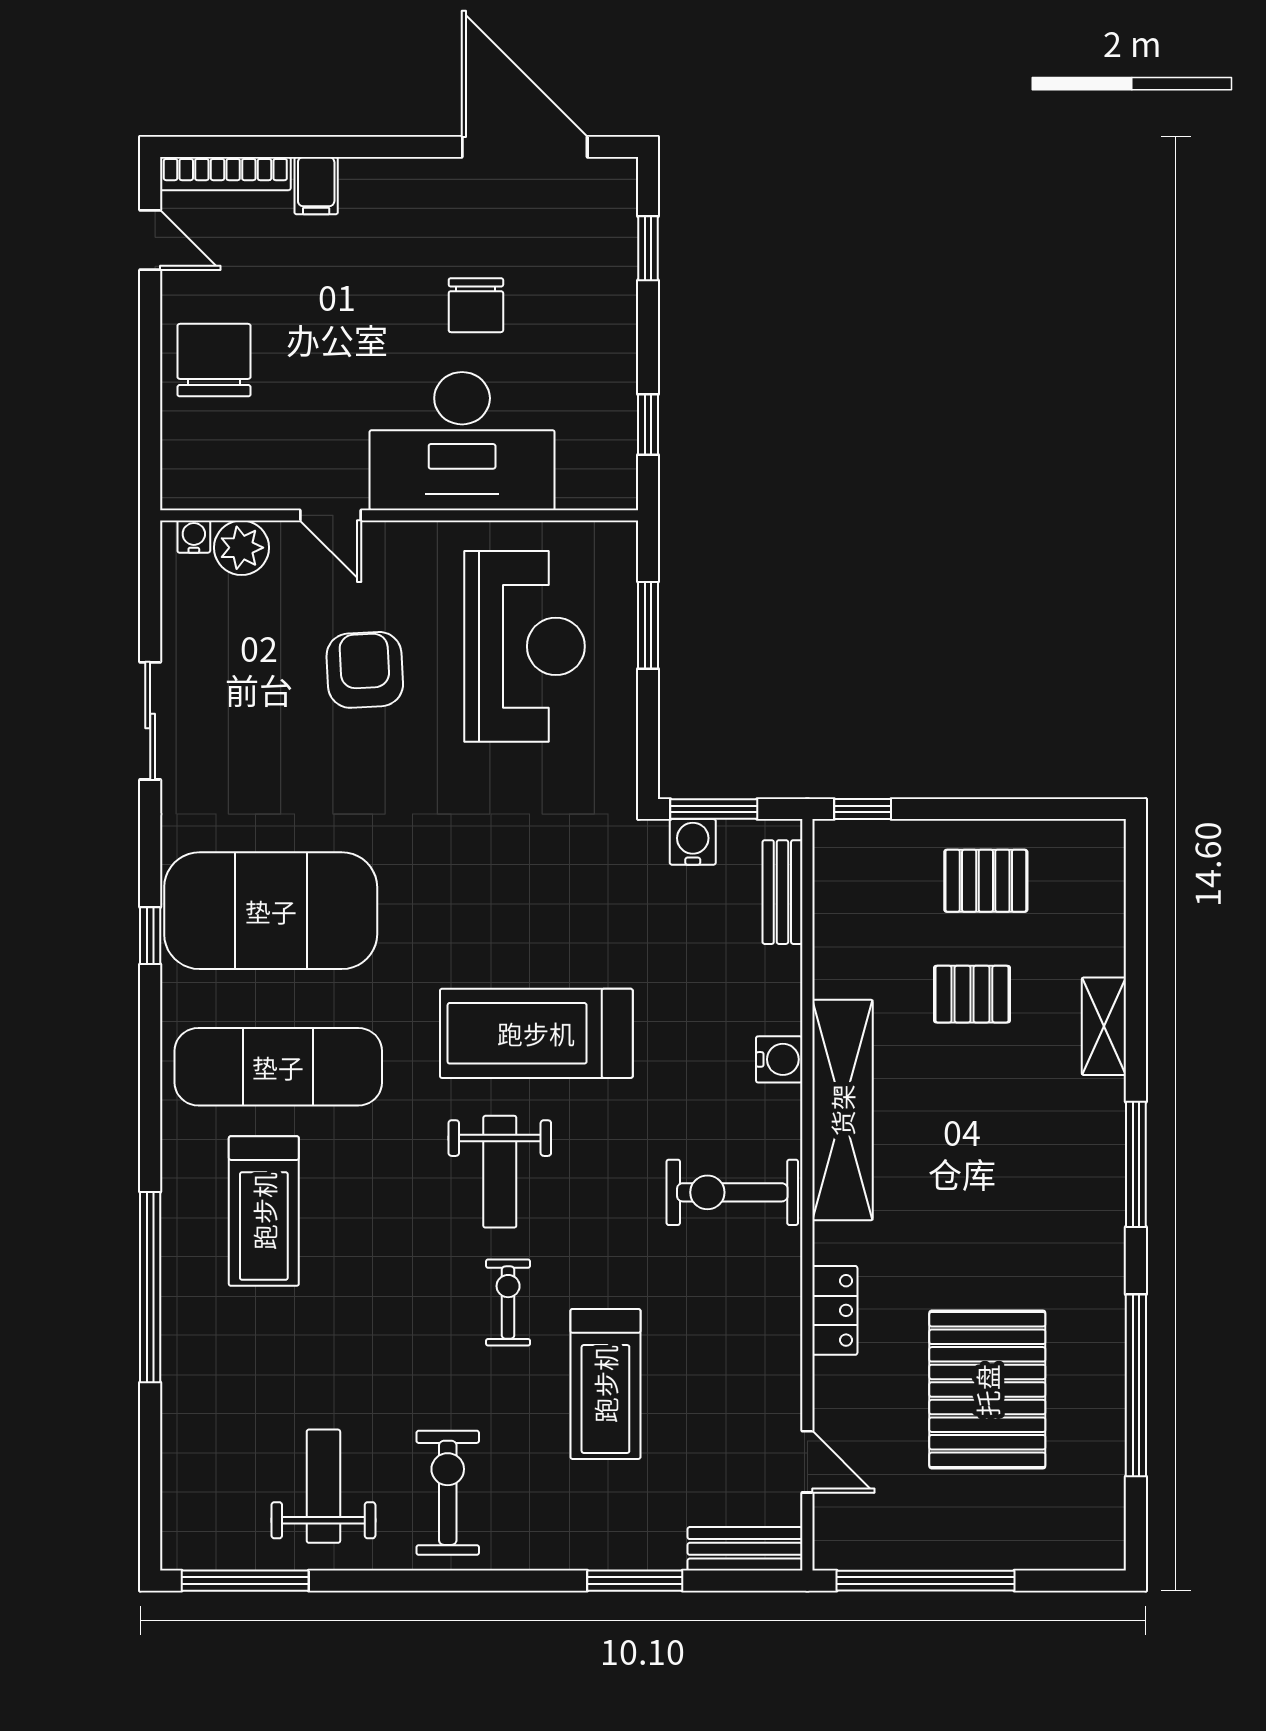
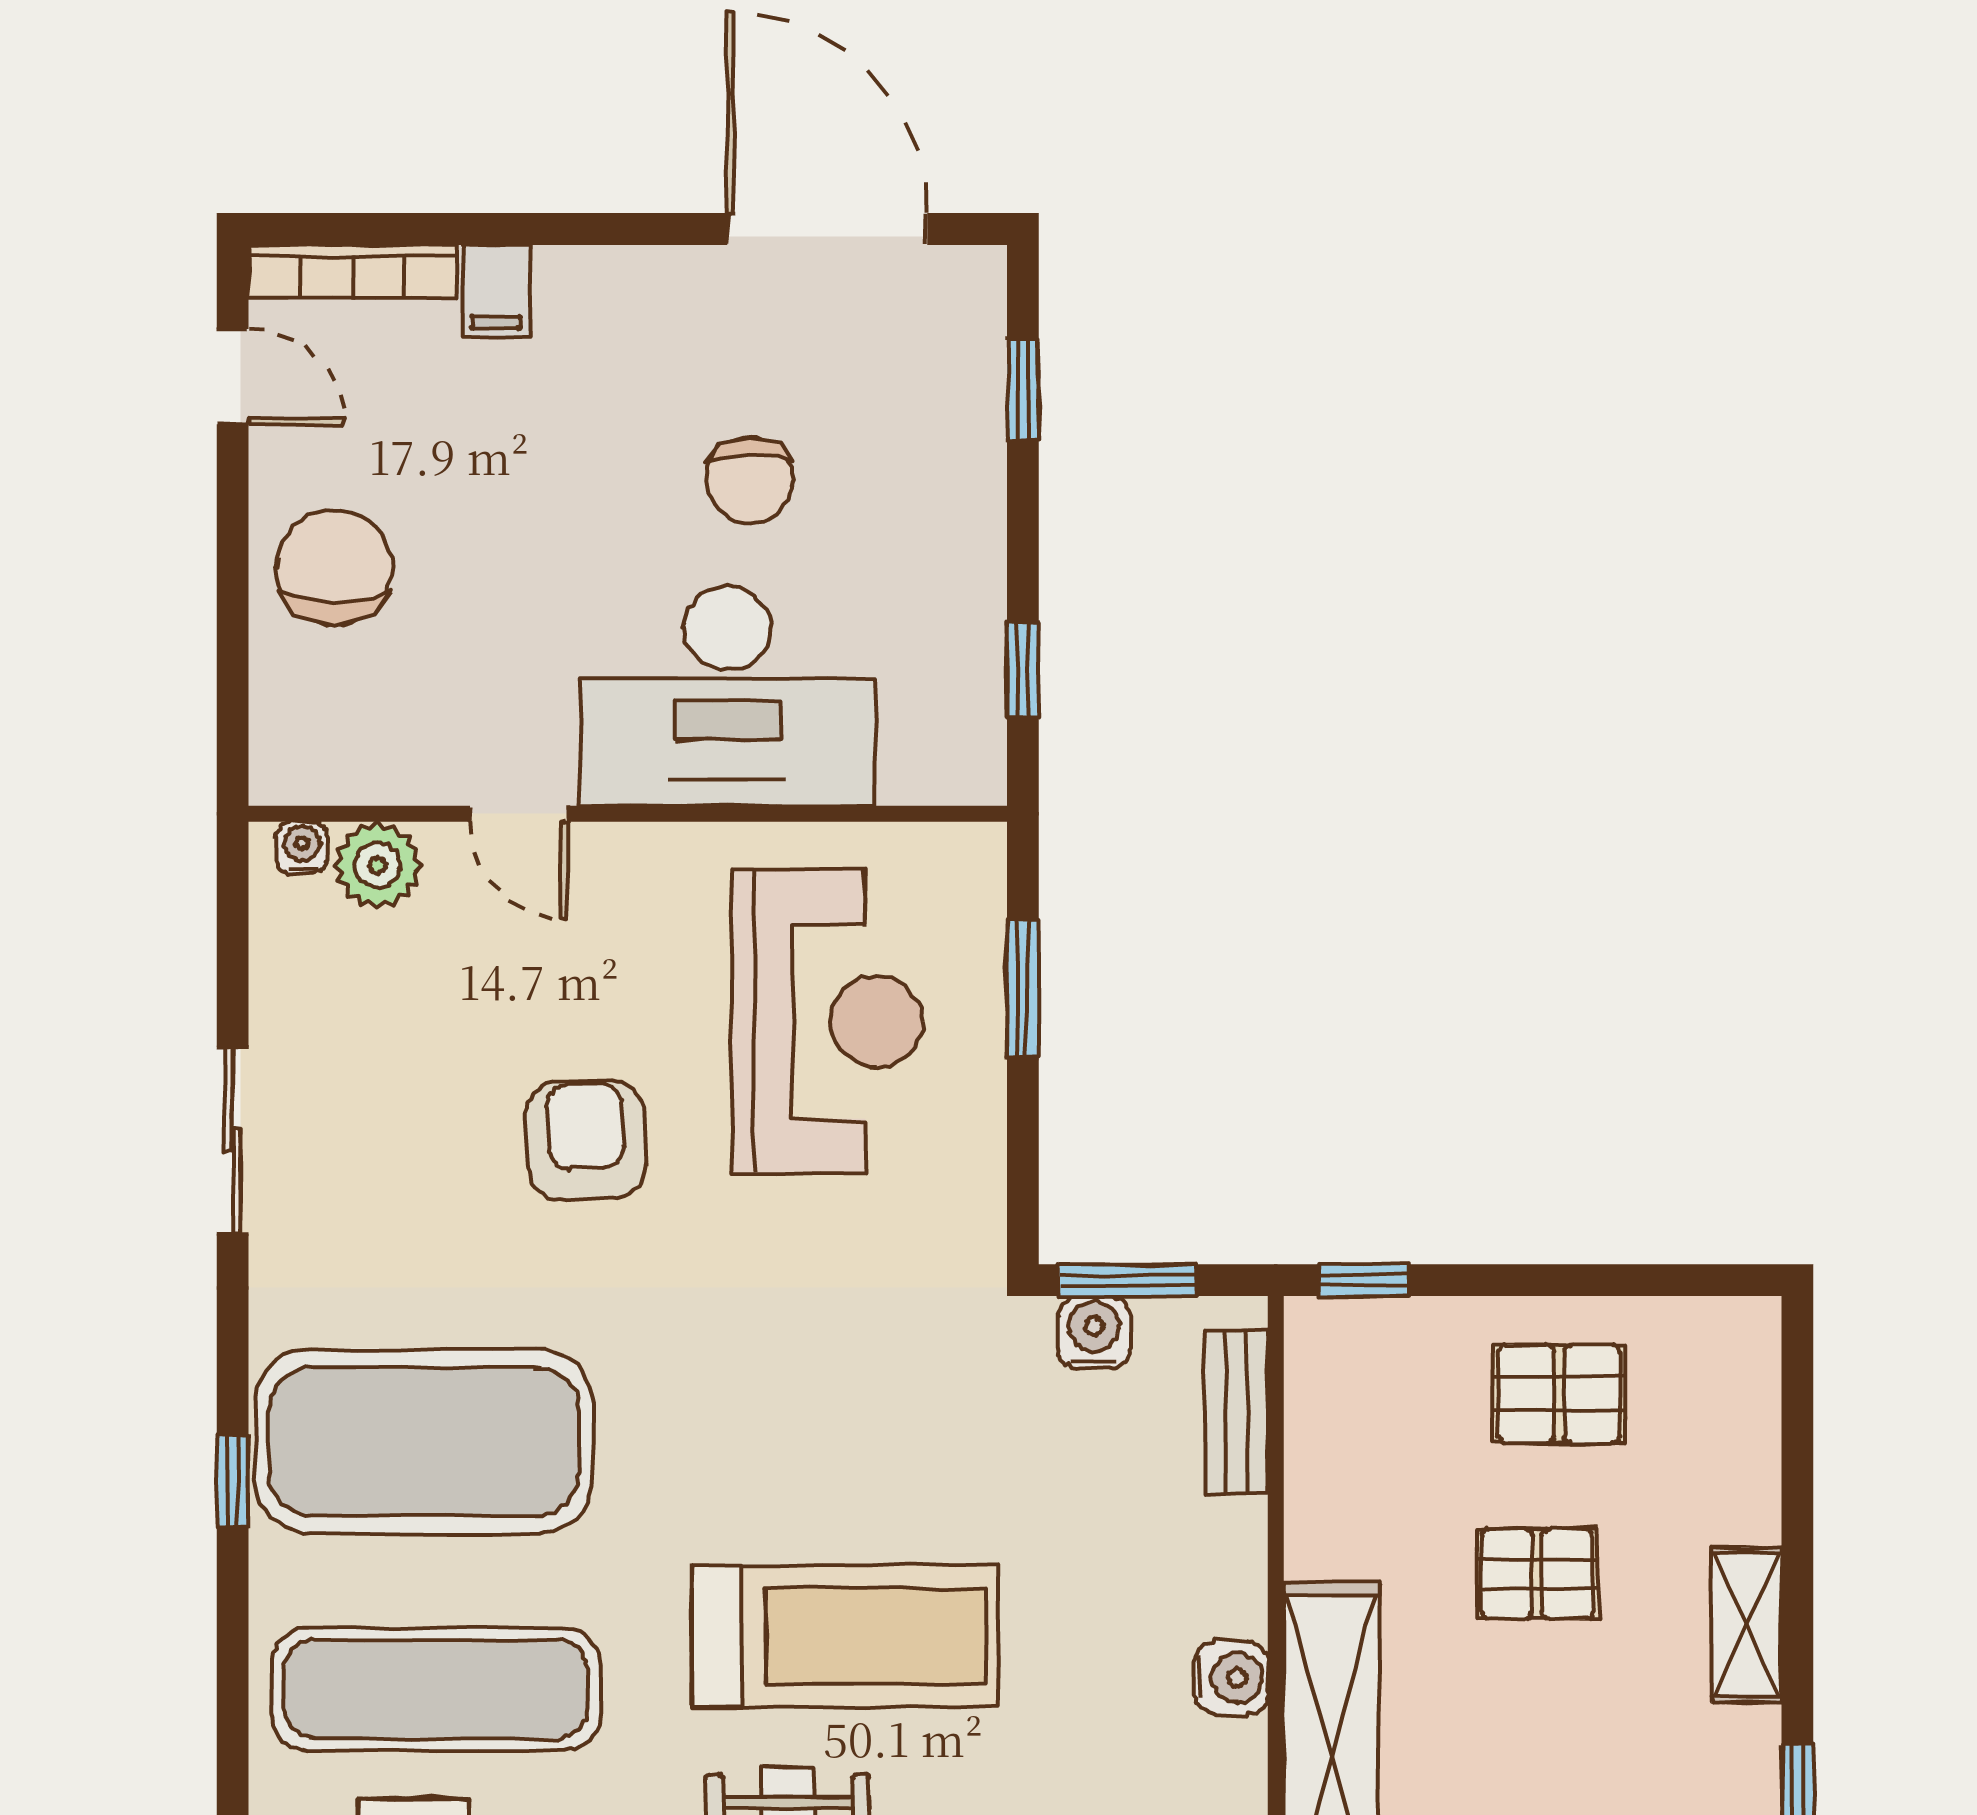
armchair: (365, 670) -> (586, 1140), moved
treadmill: (536, 1033) -> (846, 1636), turned 180

